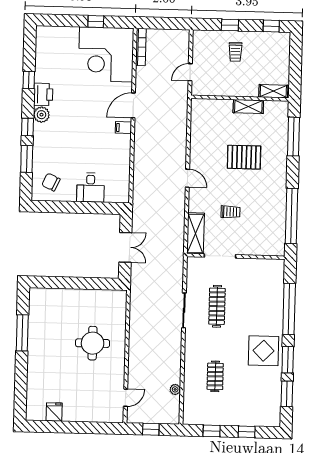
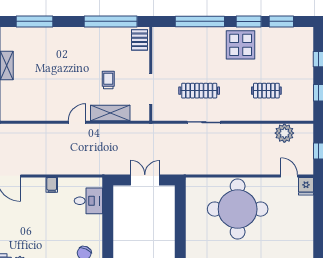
filing cabinet: (123, 128) -> (52, 185), moved
pallet: (244, 157) -> (139, 40), moved, width x0.67, depth x0.71
desk: (90, 187) -> (88, 201), moved
shelving: (196, 233) -> (110, 113), moved
round table: (93, 343) -> (238, 209), width x1.86, depth x1.86
plant: (175, 389) -> (284, 133), width x1.87, depth x1.87
fridge: (54, 412) -> (306, 186), moved, turned -90

